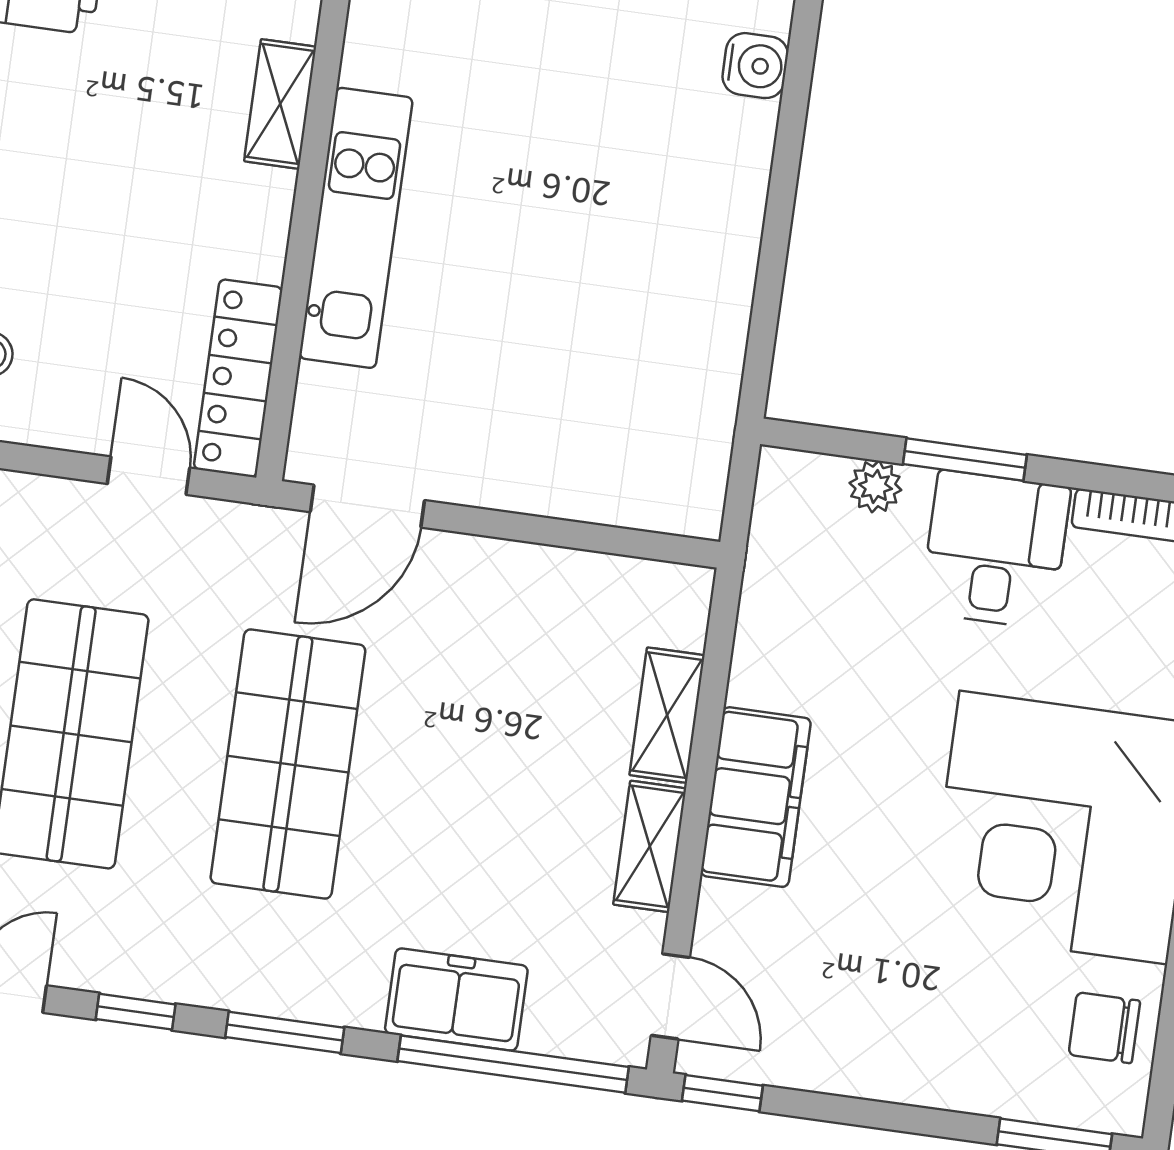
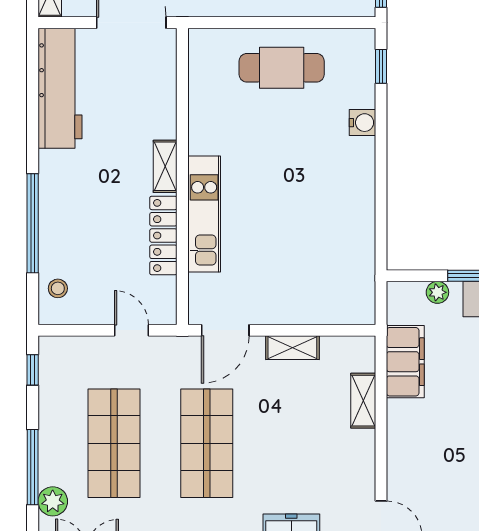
locker: (238, 378) -> (163, 236), moved
filing cabinet: (756, 797) -> (405, 362), moved
shelving: (650, 846) -> (292, 348), moved, turned 90

